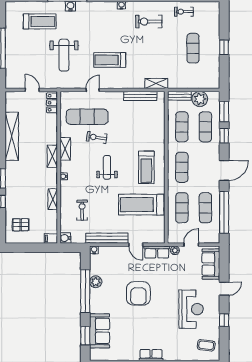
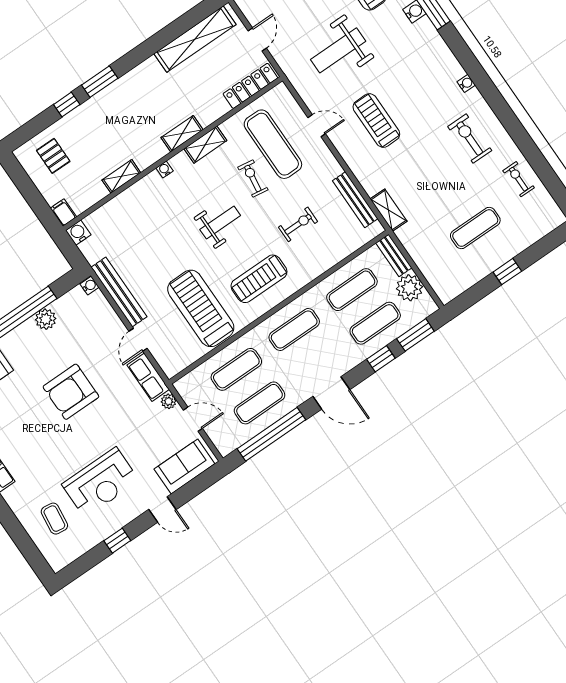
locker: (52, 103) -> (250, 86), width x1.53
shelving: (12, 136) -> (195, 39), moved
exercise bike: (82, 210) -> (298, 224), moved
coffee table: (206, 345) -> (54, 519), moved

